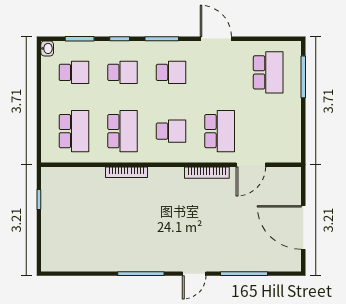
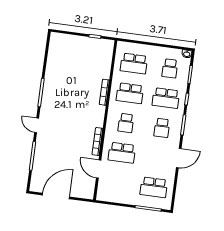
school desk: (123, 72) -> (166, 98), width x1.85

